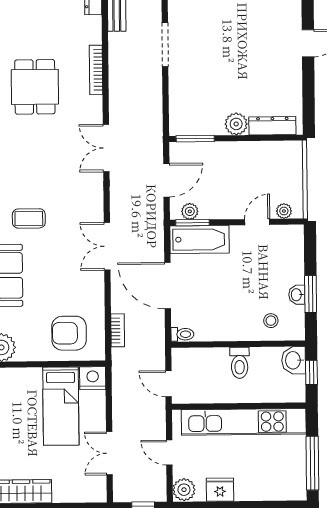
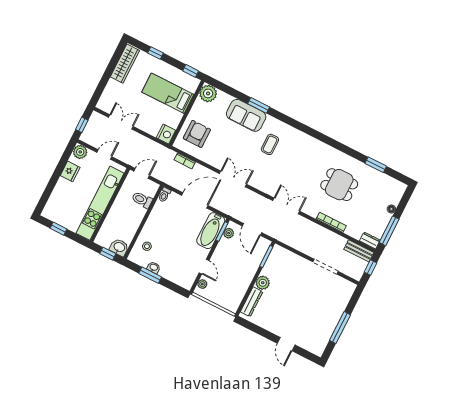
toilet: (240, 363) -> (142, 200), moved
bed: (61, 406) -> (168, 93), moved
window: (312, 463) -> (58, 229), width x0.46

